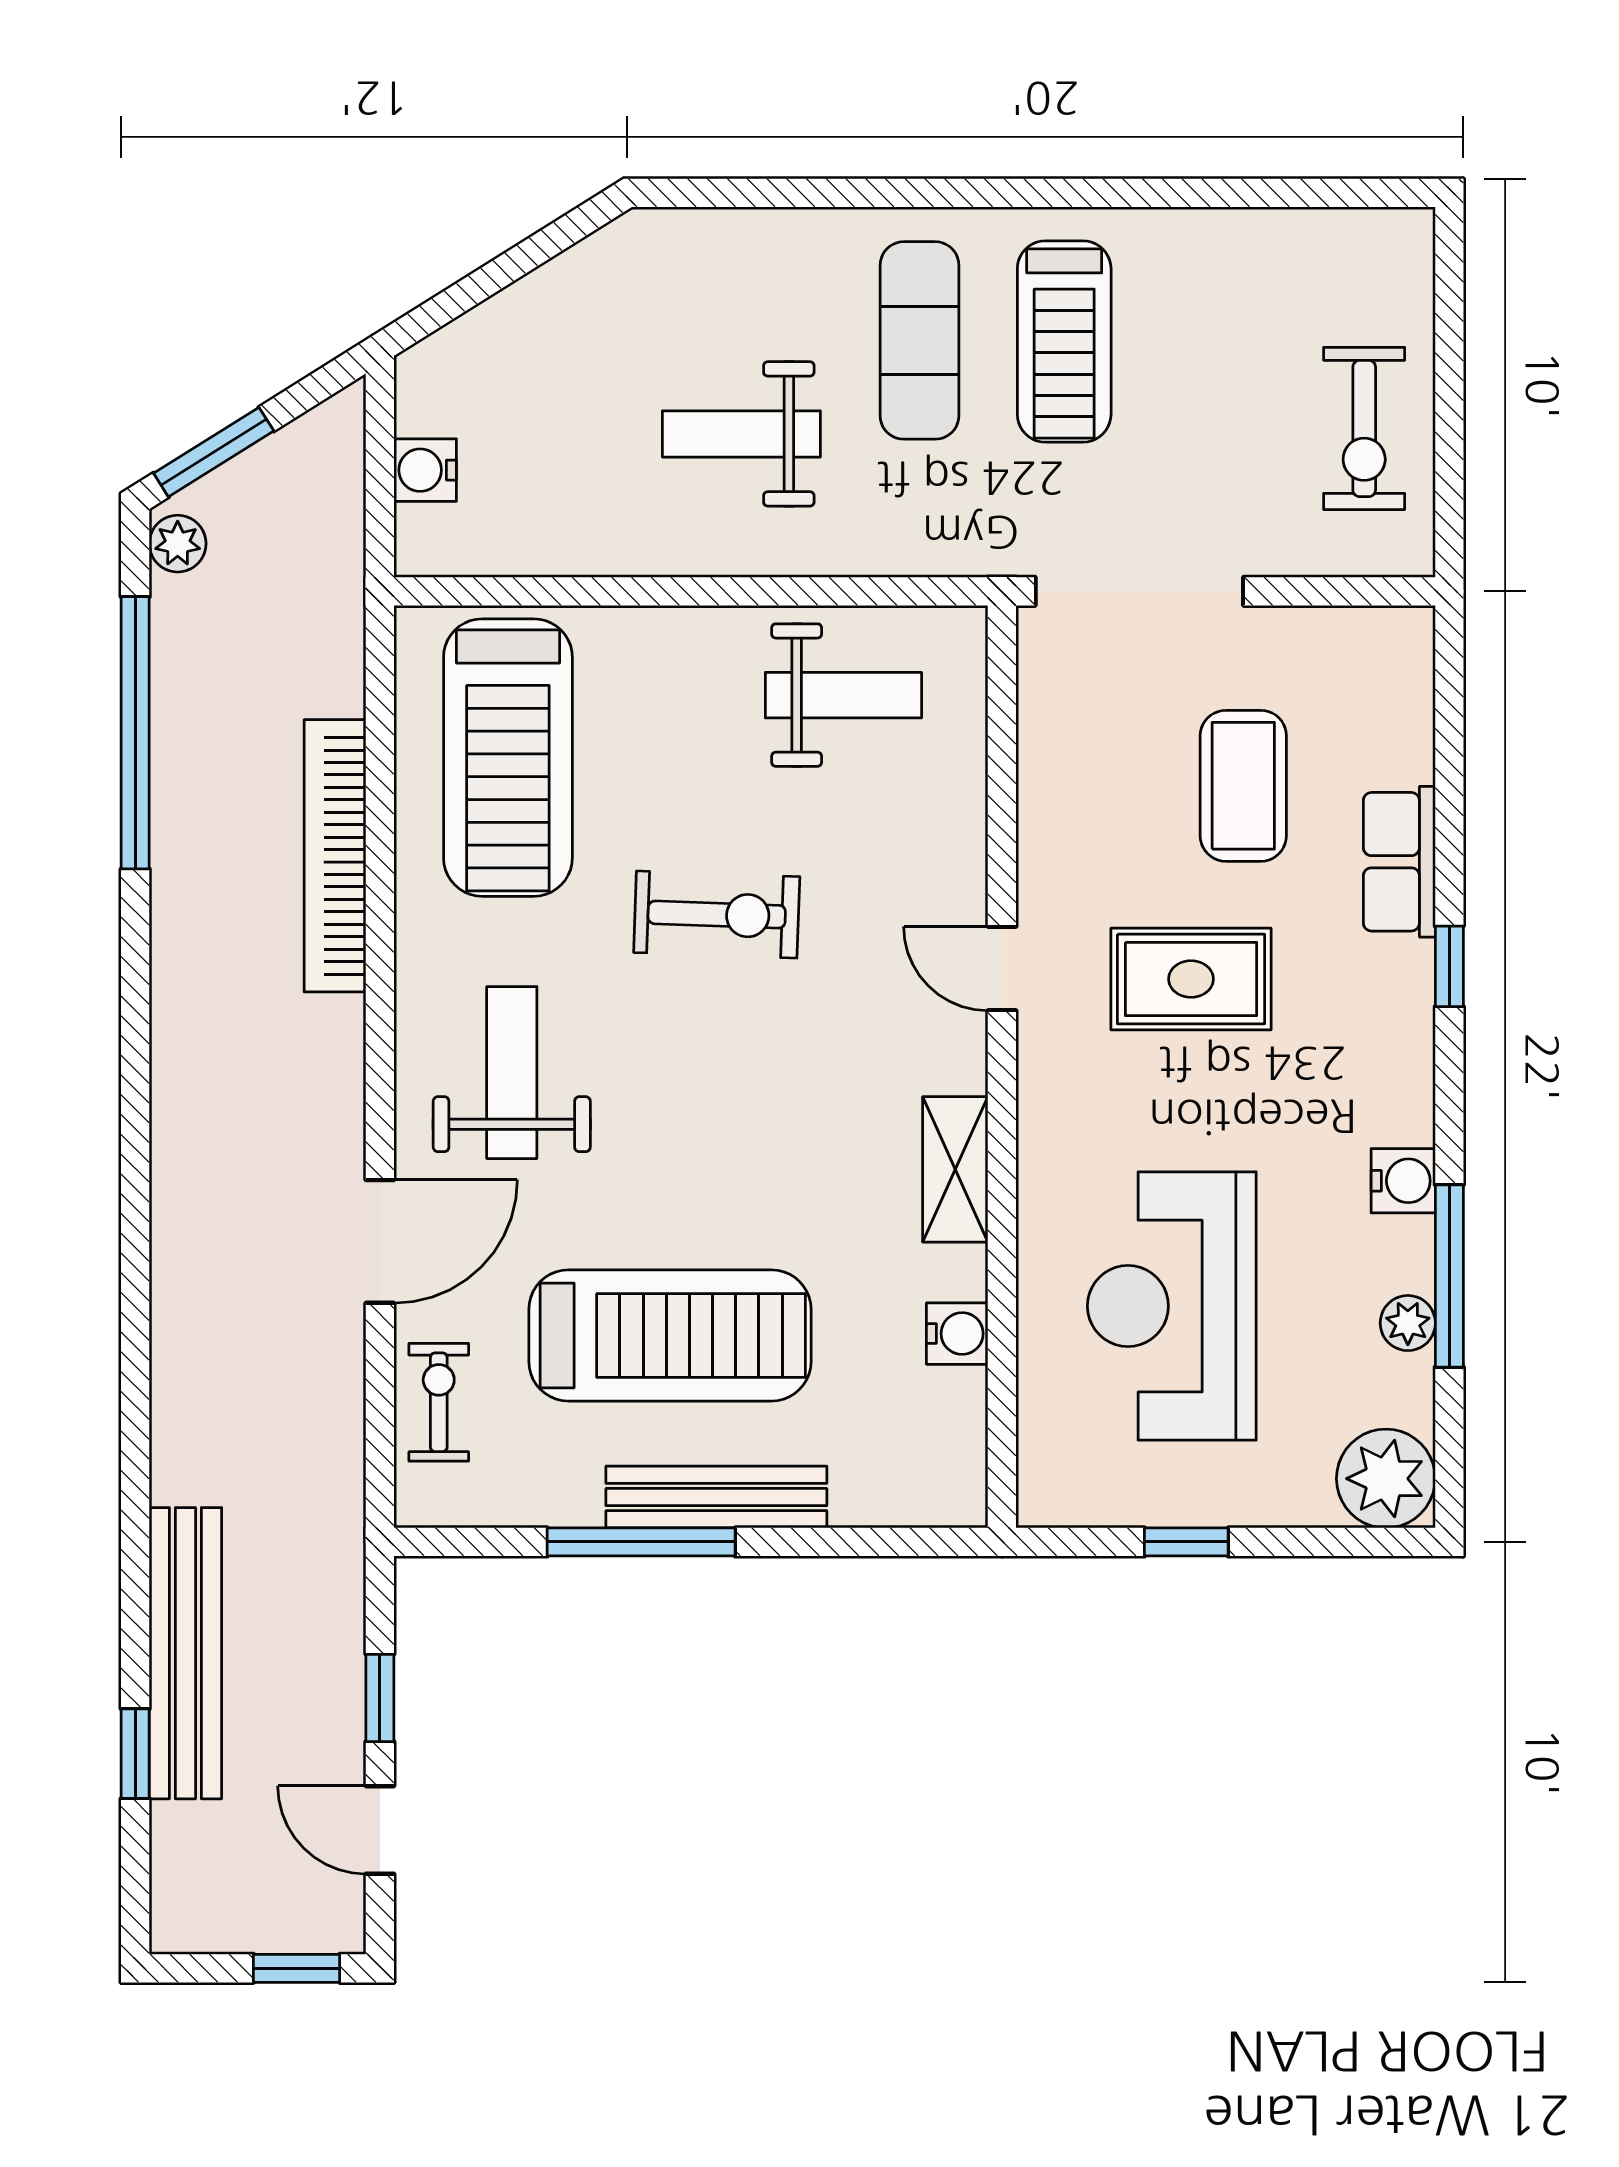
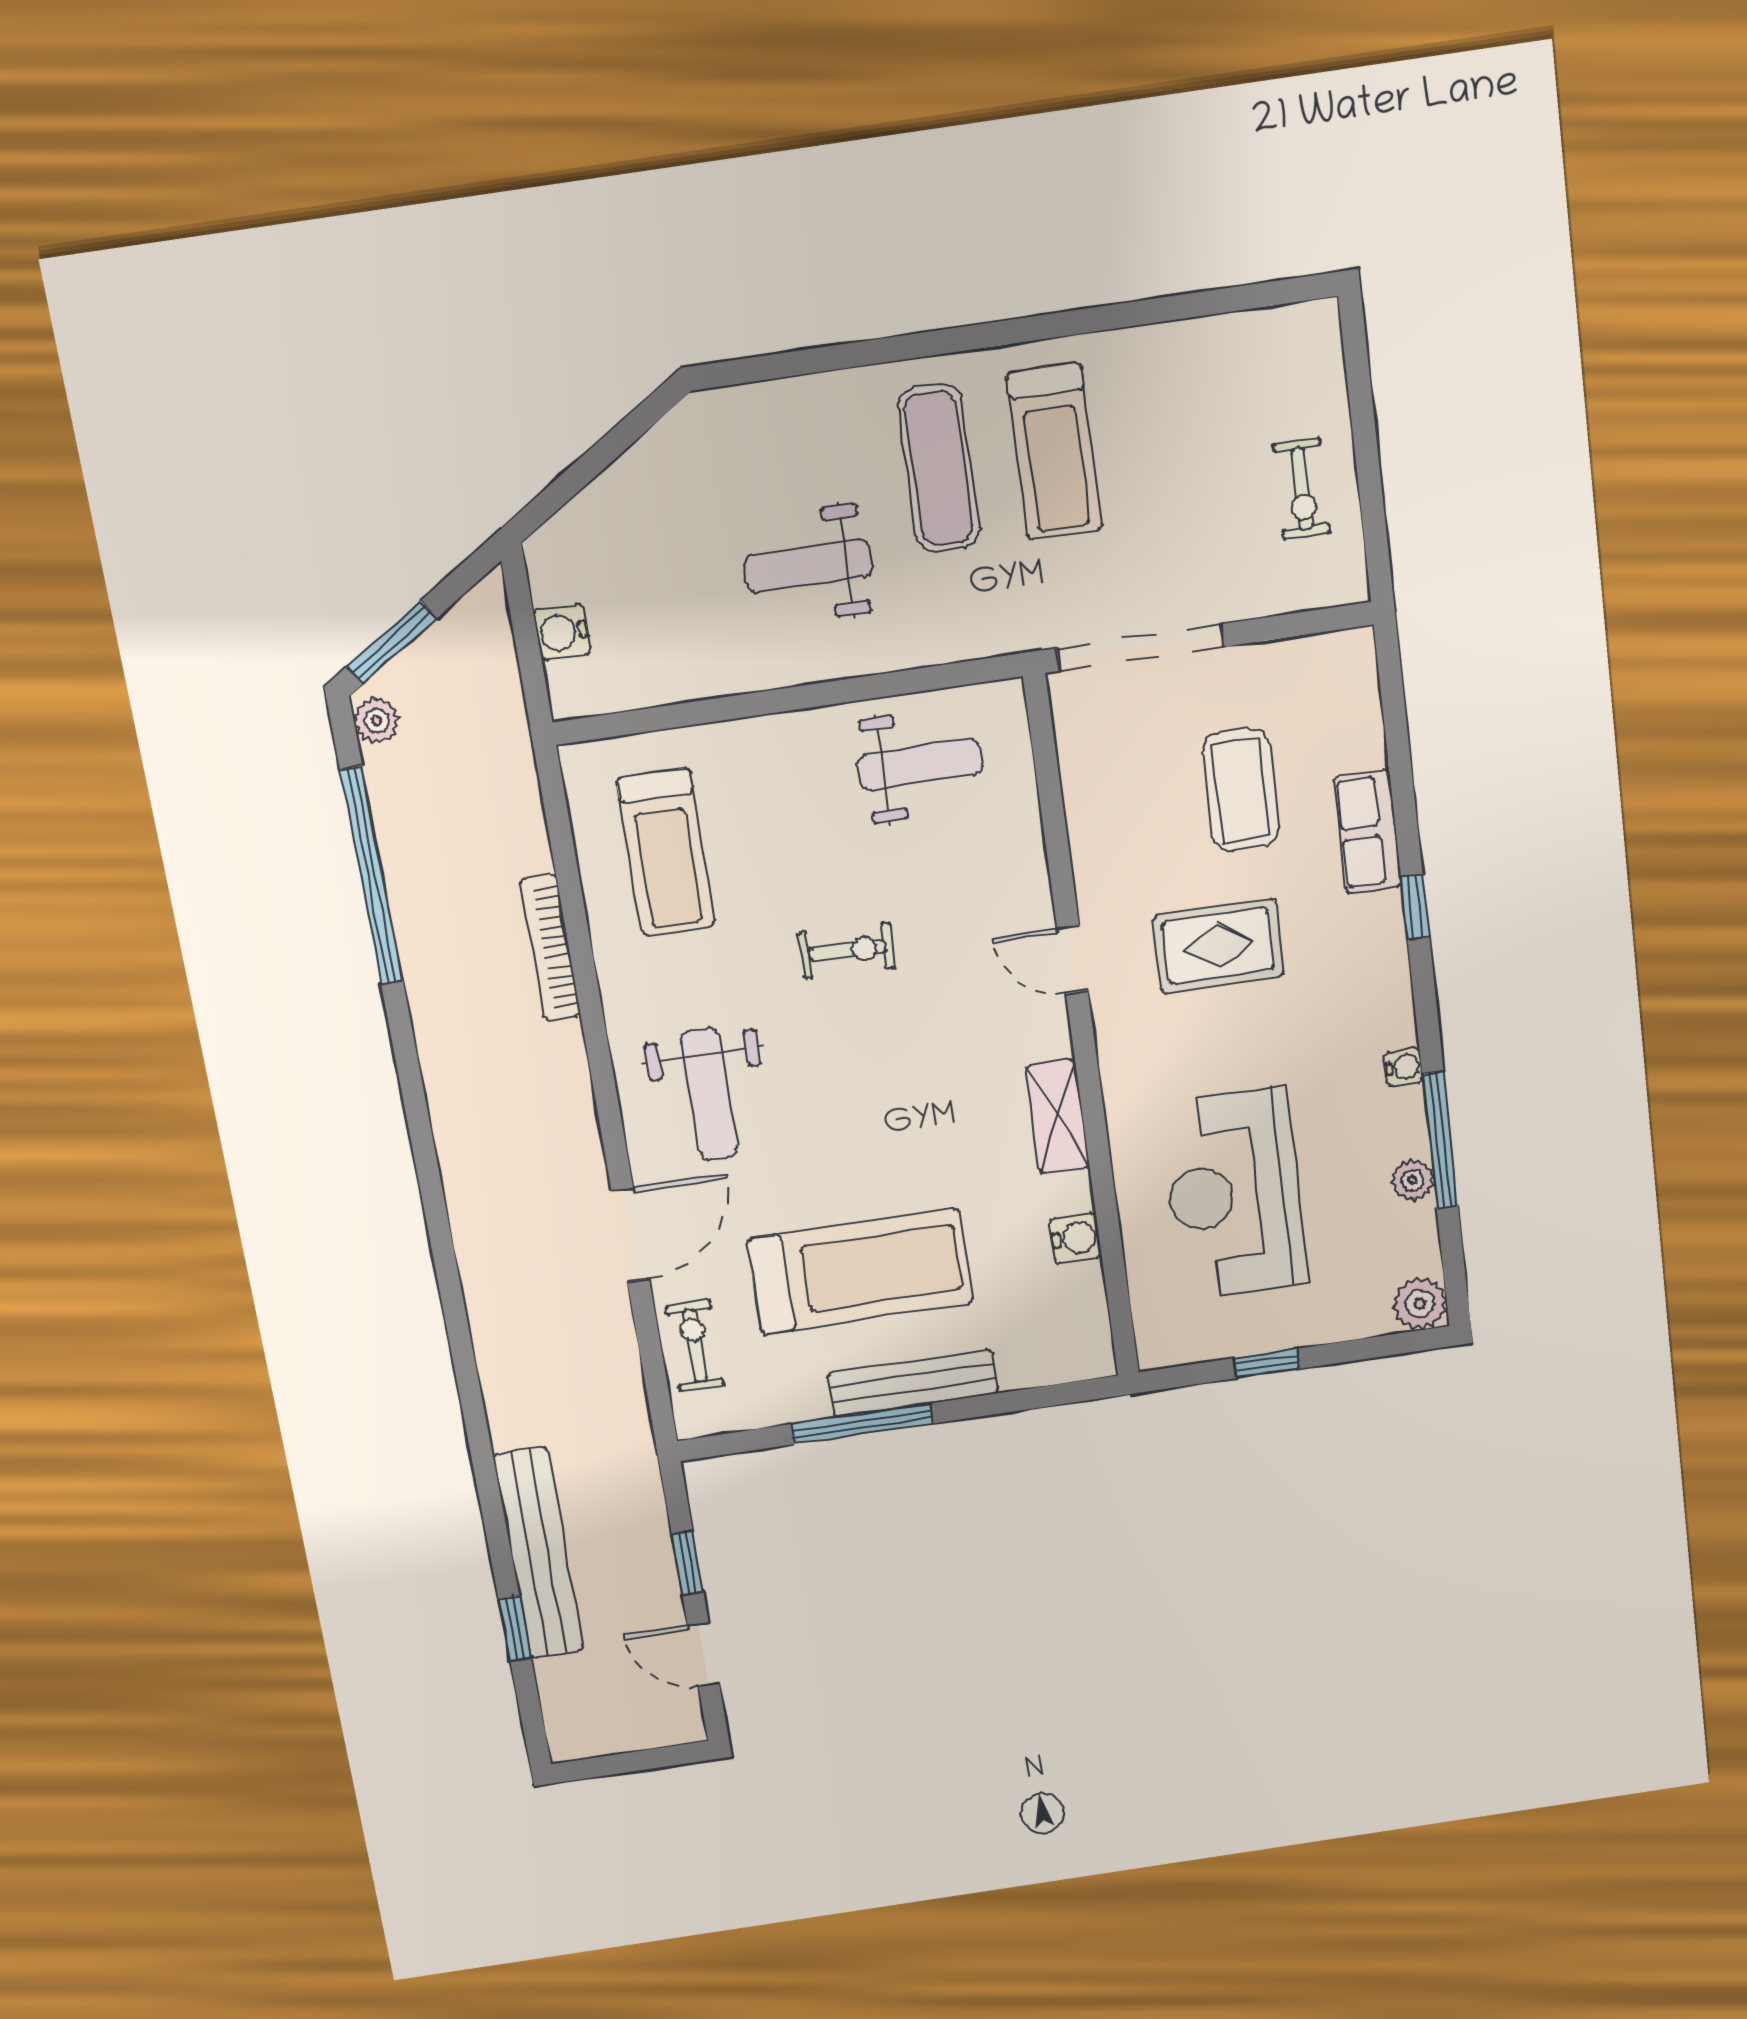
exercise bike: (1364, 428) -> (1302, 489), width x0.73, depth x0.72
treadmill: (508, 758) -> (666, 852), width x0.73, depth x0.73
bookcase: (335, 856) -> (550, 948), width x0.68, depth x0.76
exercise bike: (717, 915) -> (847, 950), width x0.73, depth x0.72
weight bench: (512, 1073) -> (709, 1094), turned 180
water cooler: (1403, 1181) -> (1404, 1067), width x0.72, depth x0.72
plant: (1386, 1479) -> (1420, 1304), width x0.73, depth x0.73
window: (297, 1968) -> (660, 1758), removed

